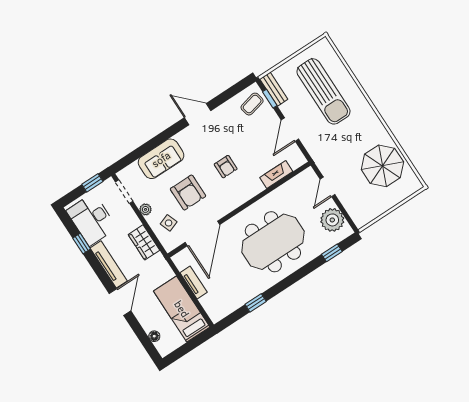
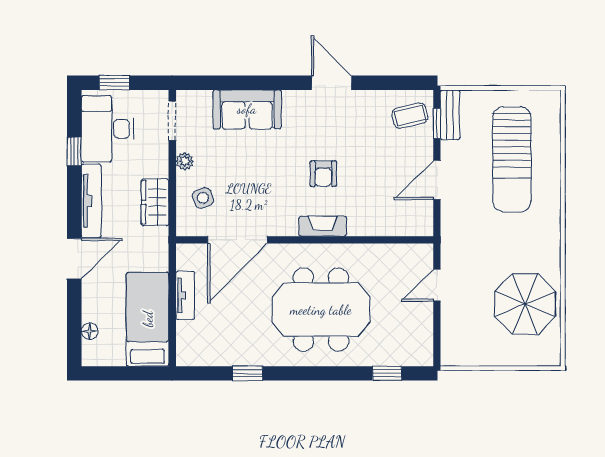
fireplace: (276, 175) -> (323, 226), moved
window: (92, 183) -> (115, 83), moved
armchair: (188, 193) -> (253, 175), removed
plant: (332, 220) -> (415, 331), removed

